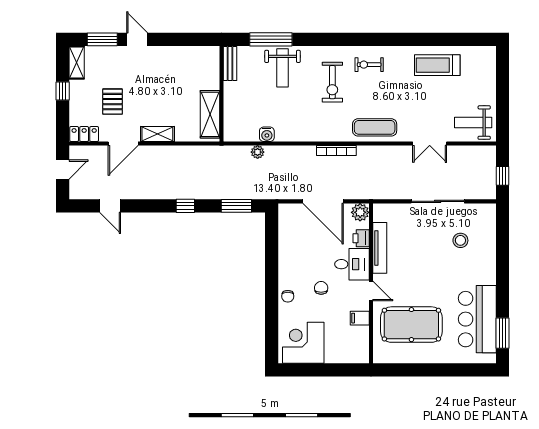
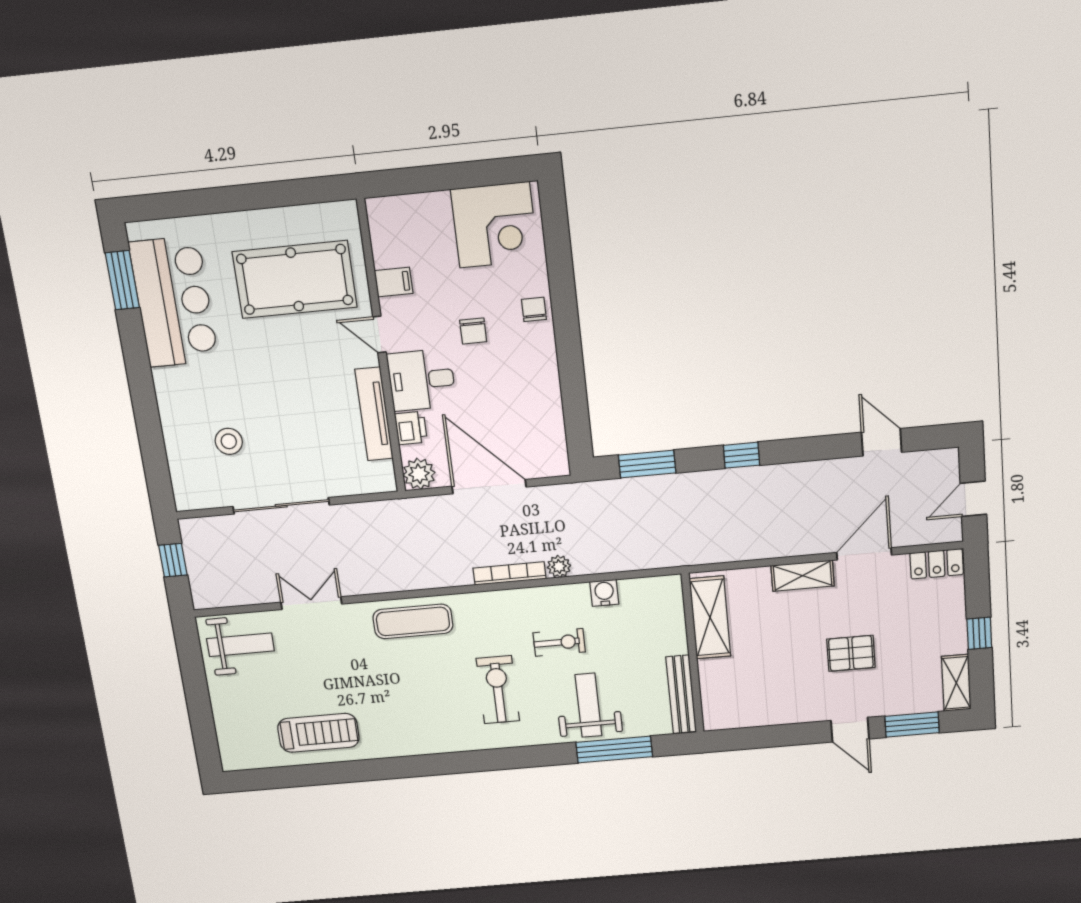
bench: (230, 64) -> (681, 694), width x1.36
exercise bike: (369, 65) -> (559, 642), moved
pallet: (113, 102) -> (851, 653), moved, turned 90
bookcase: (336, 151) -> (510, 573), moved
plant: (258, 152) -> (559, 566), moved

